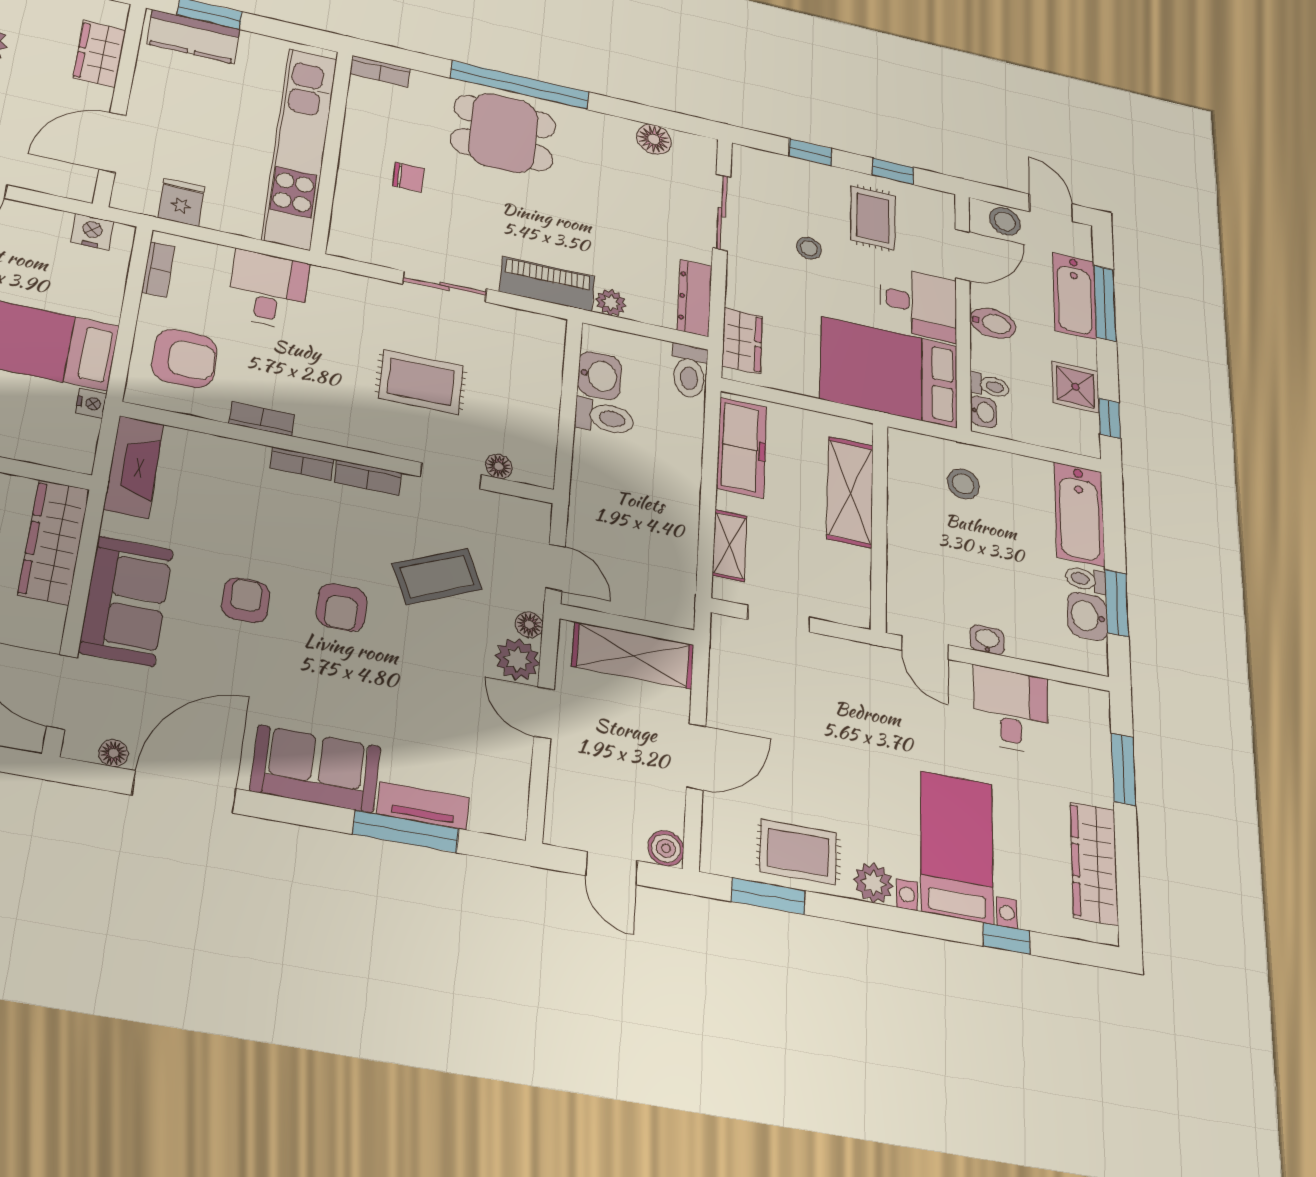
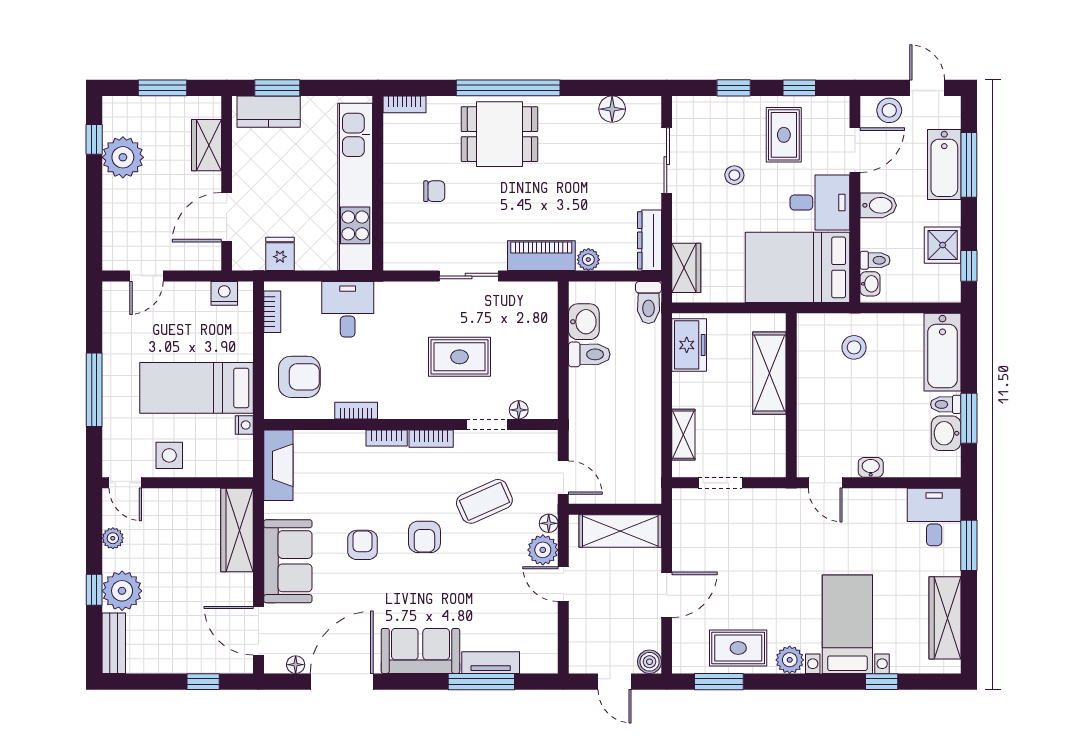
freezer: (742, 447) -> (689, 345), width x0.71
desk: (1011, 710) -> (934, 517), moved

